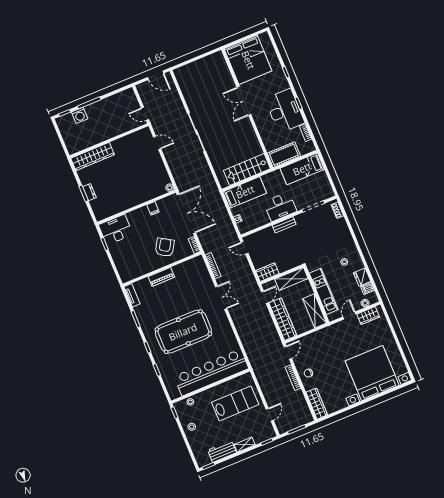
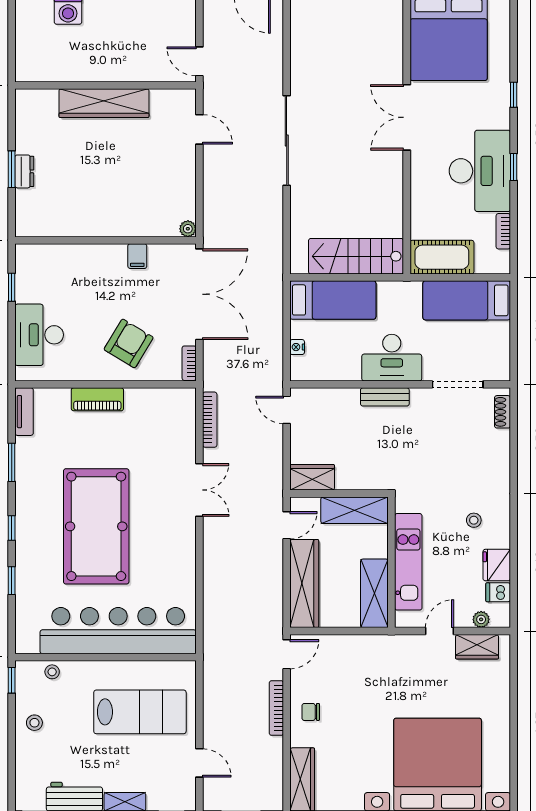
wardrobe: (93, 156) -> (104, 103), moved
desk: (116, 230) -> (39, 335), moved, turned -90
pool table: (183, 332) -> (96, 526), turned 90
door: (270, 415) -> (199, 763), hinge flipped

